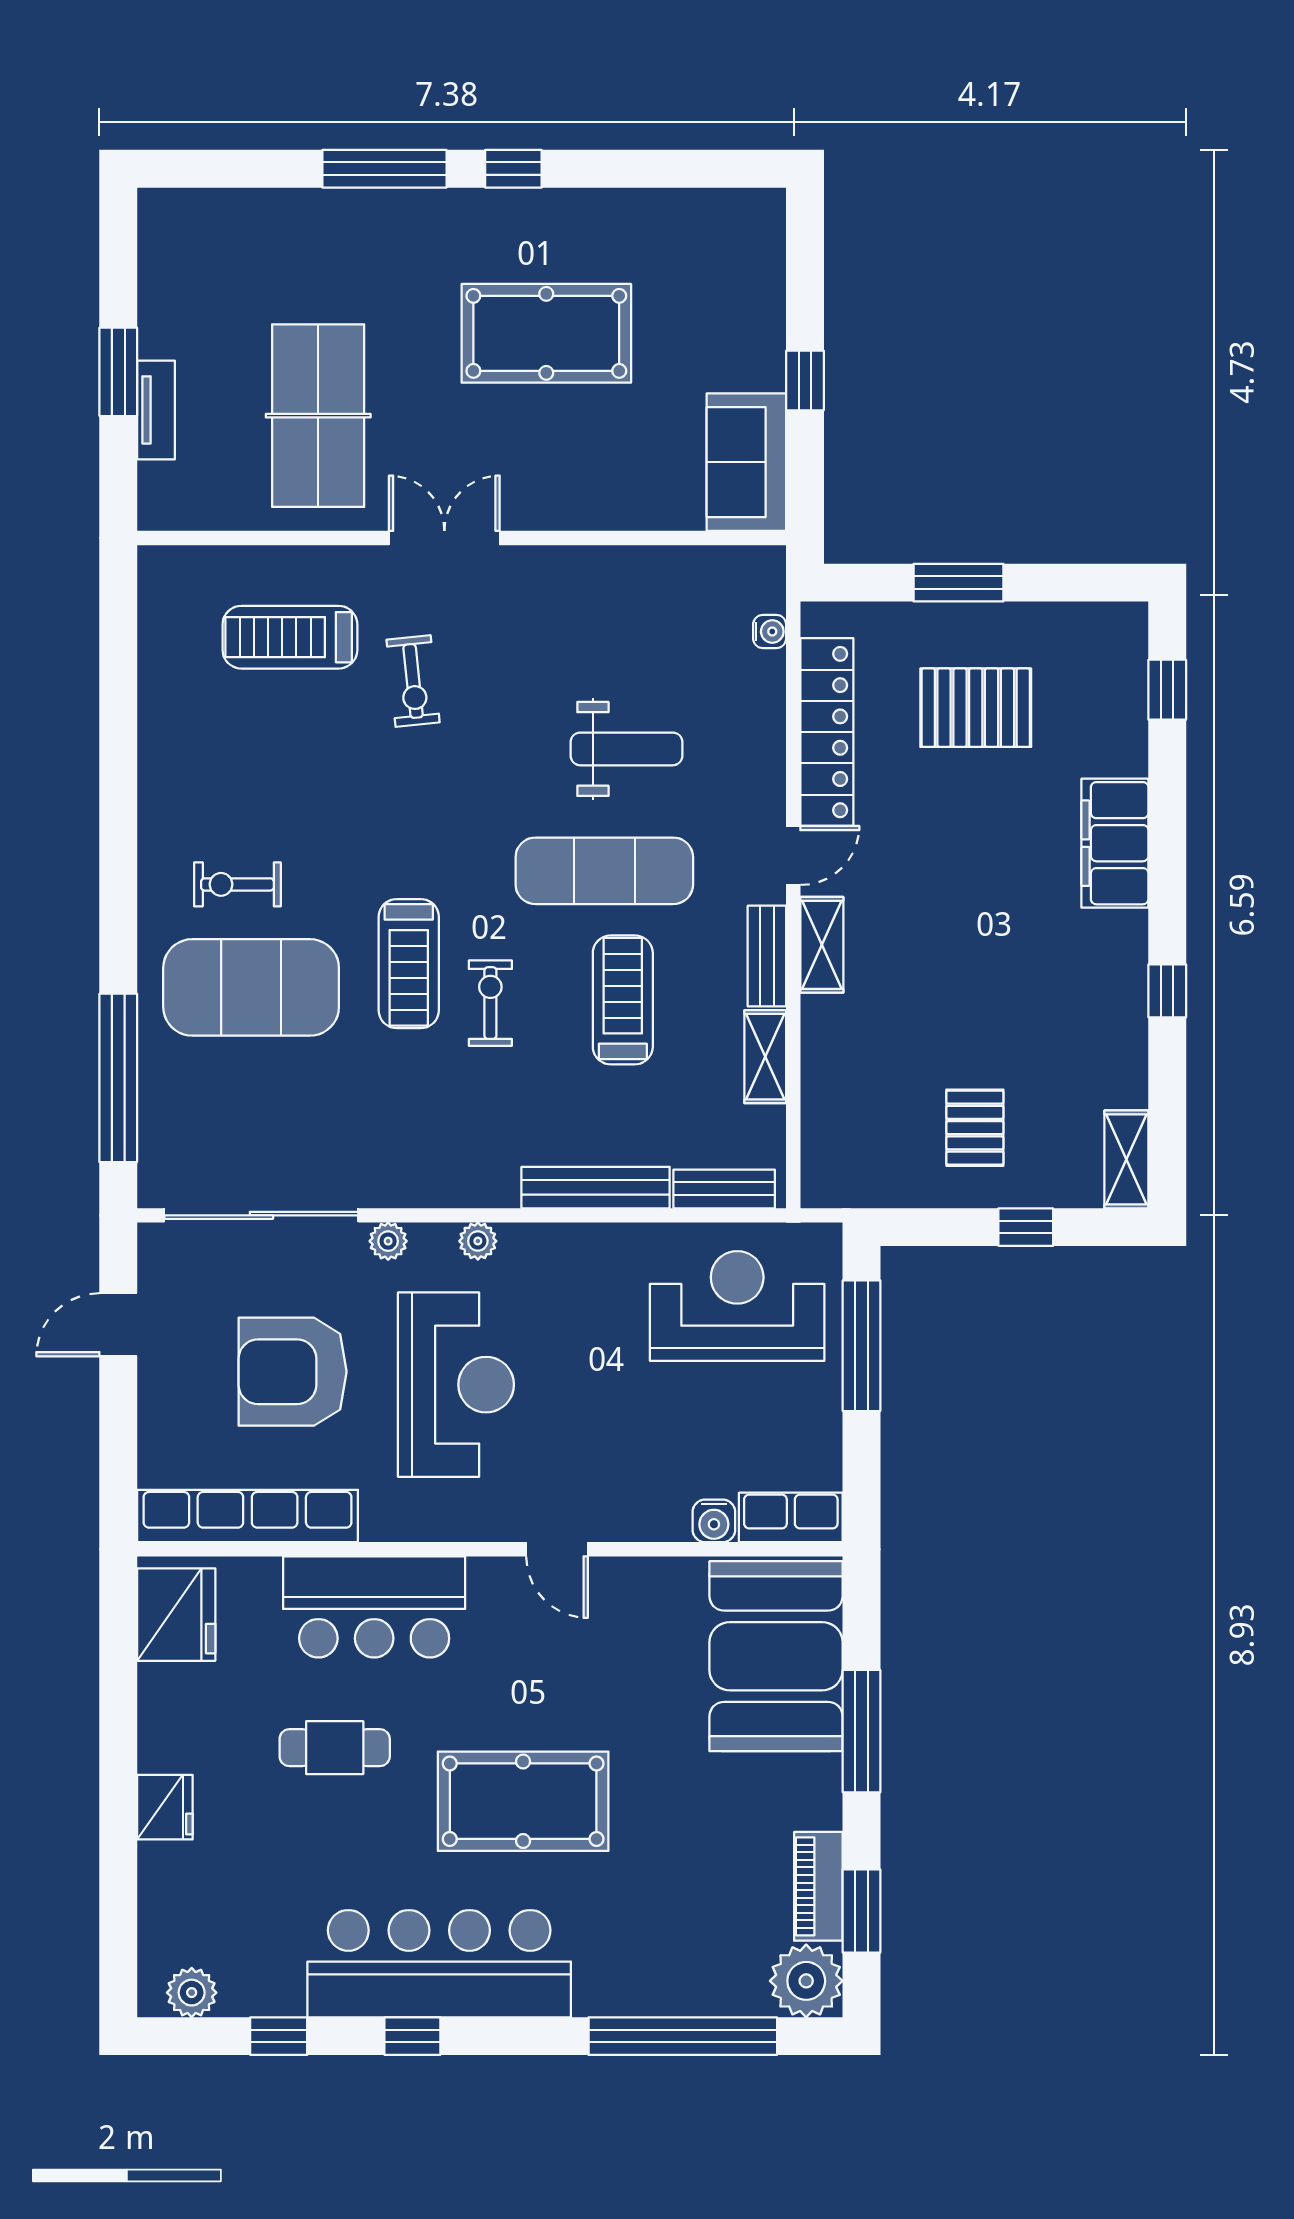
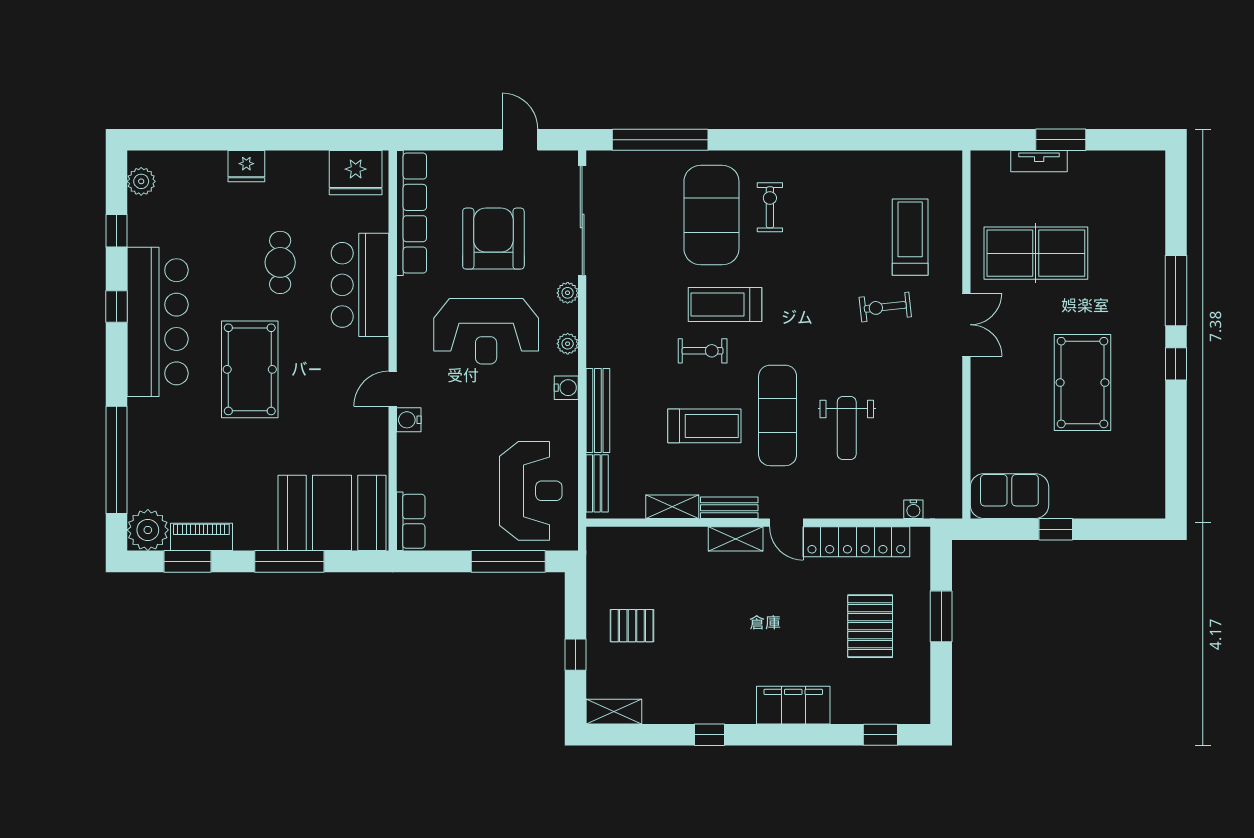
water cooler: (555, 1243) -> (566, 388), added
water cooler: (714, 1521) -> (409, 420), moved

